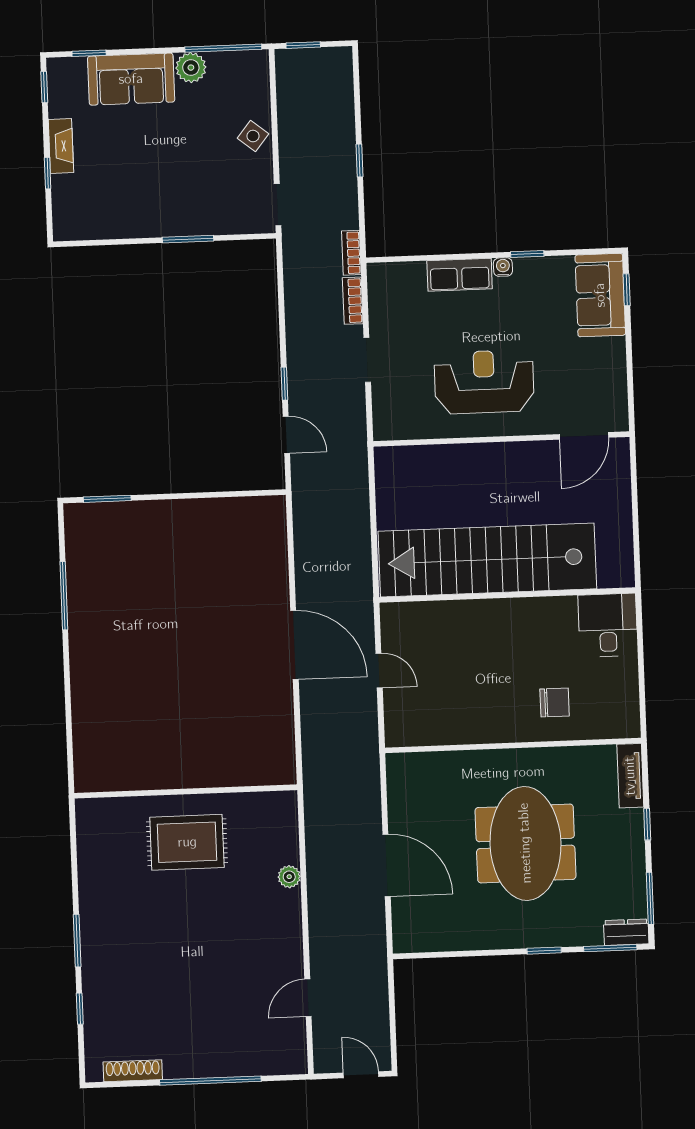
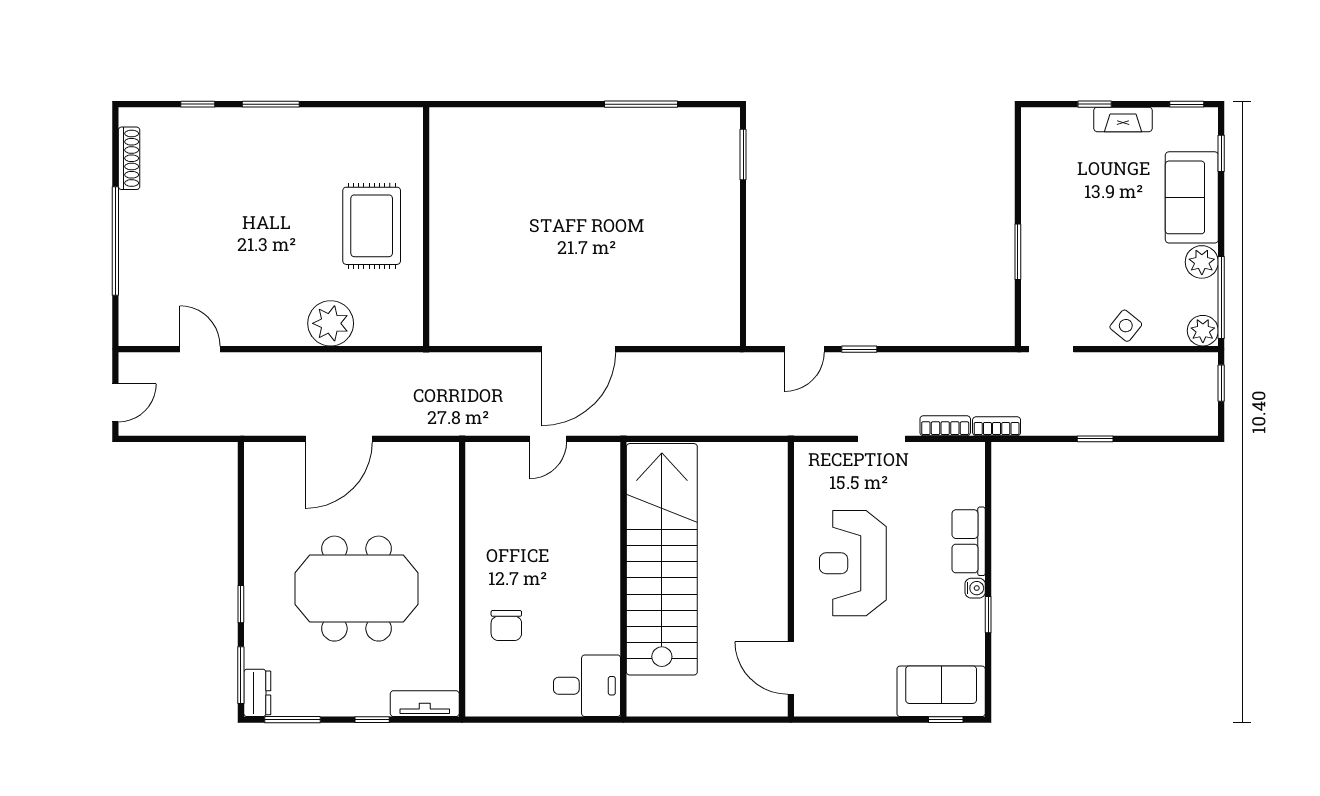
plant: (255, 64) -> (1203, 331), added
reception desk: (484, 382) -> (853, 563), turned 180
plant: (289, 877) -> (331, 323), width x1.87, depth x1.87

